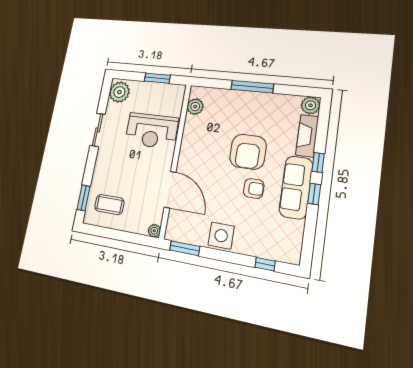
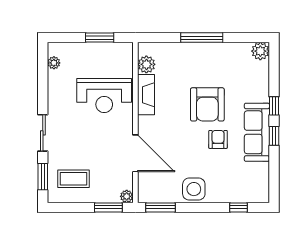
plant: (119, 92) -> (54, 63), width x0.53, depth x0.53
sliding door: (98, 130) -> (43, 133), moved
fireplace: (307, 136) -> (146, 95), moved, turned 180
armchair: (254, 188) -> (218, 139), turned -90
window: (135, 238) -> (108, 207), added

